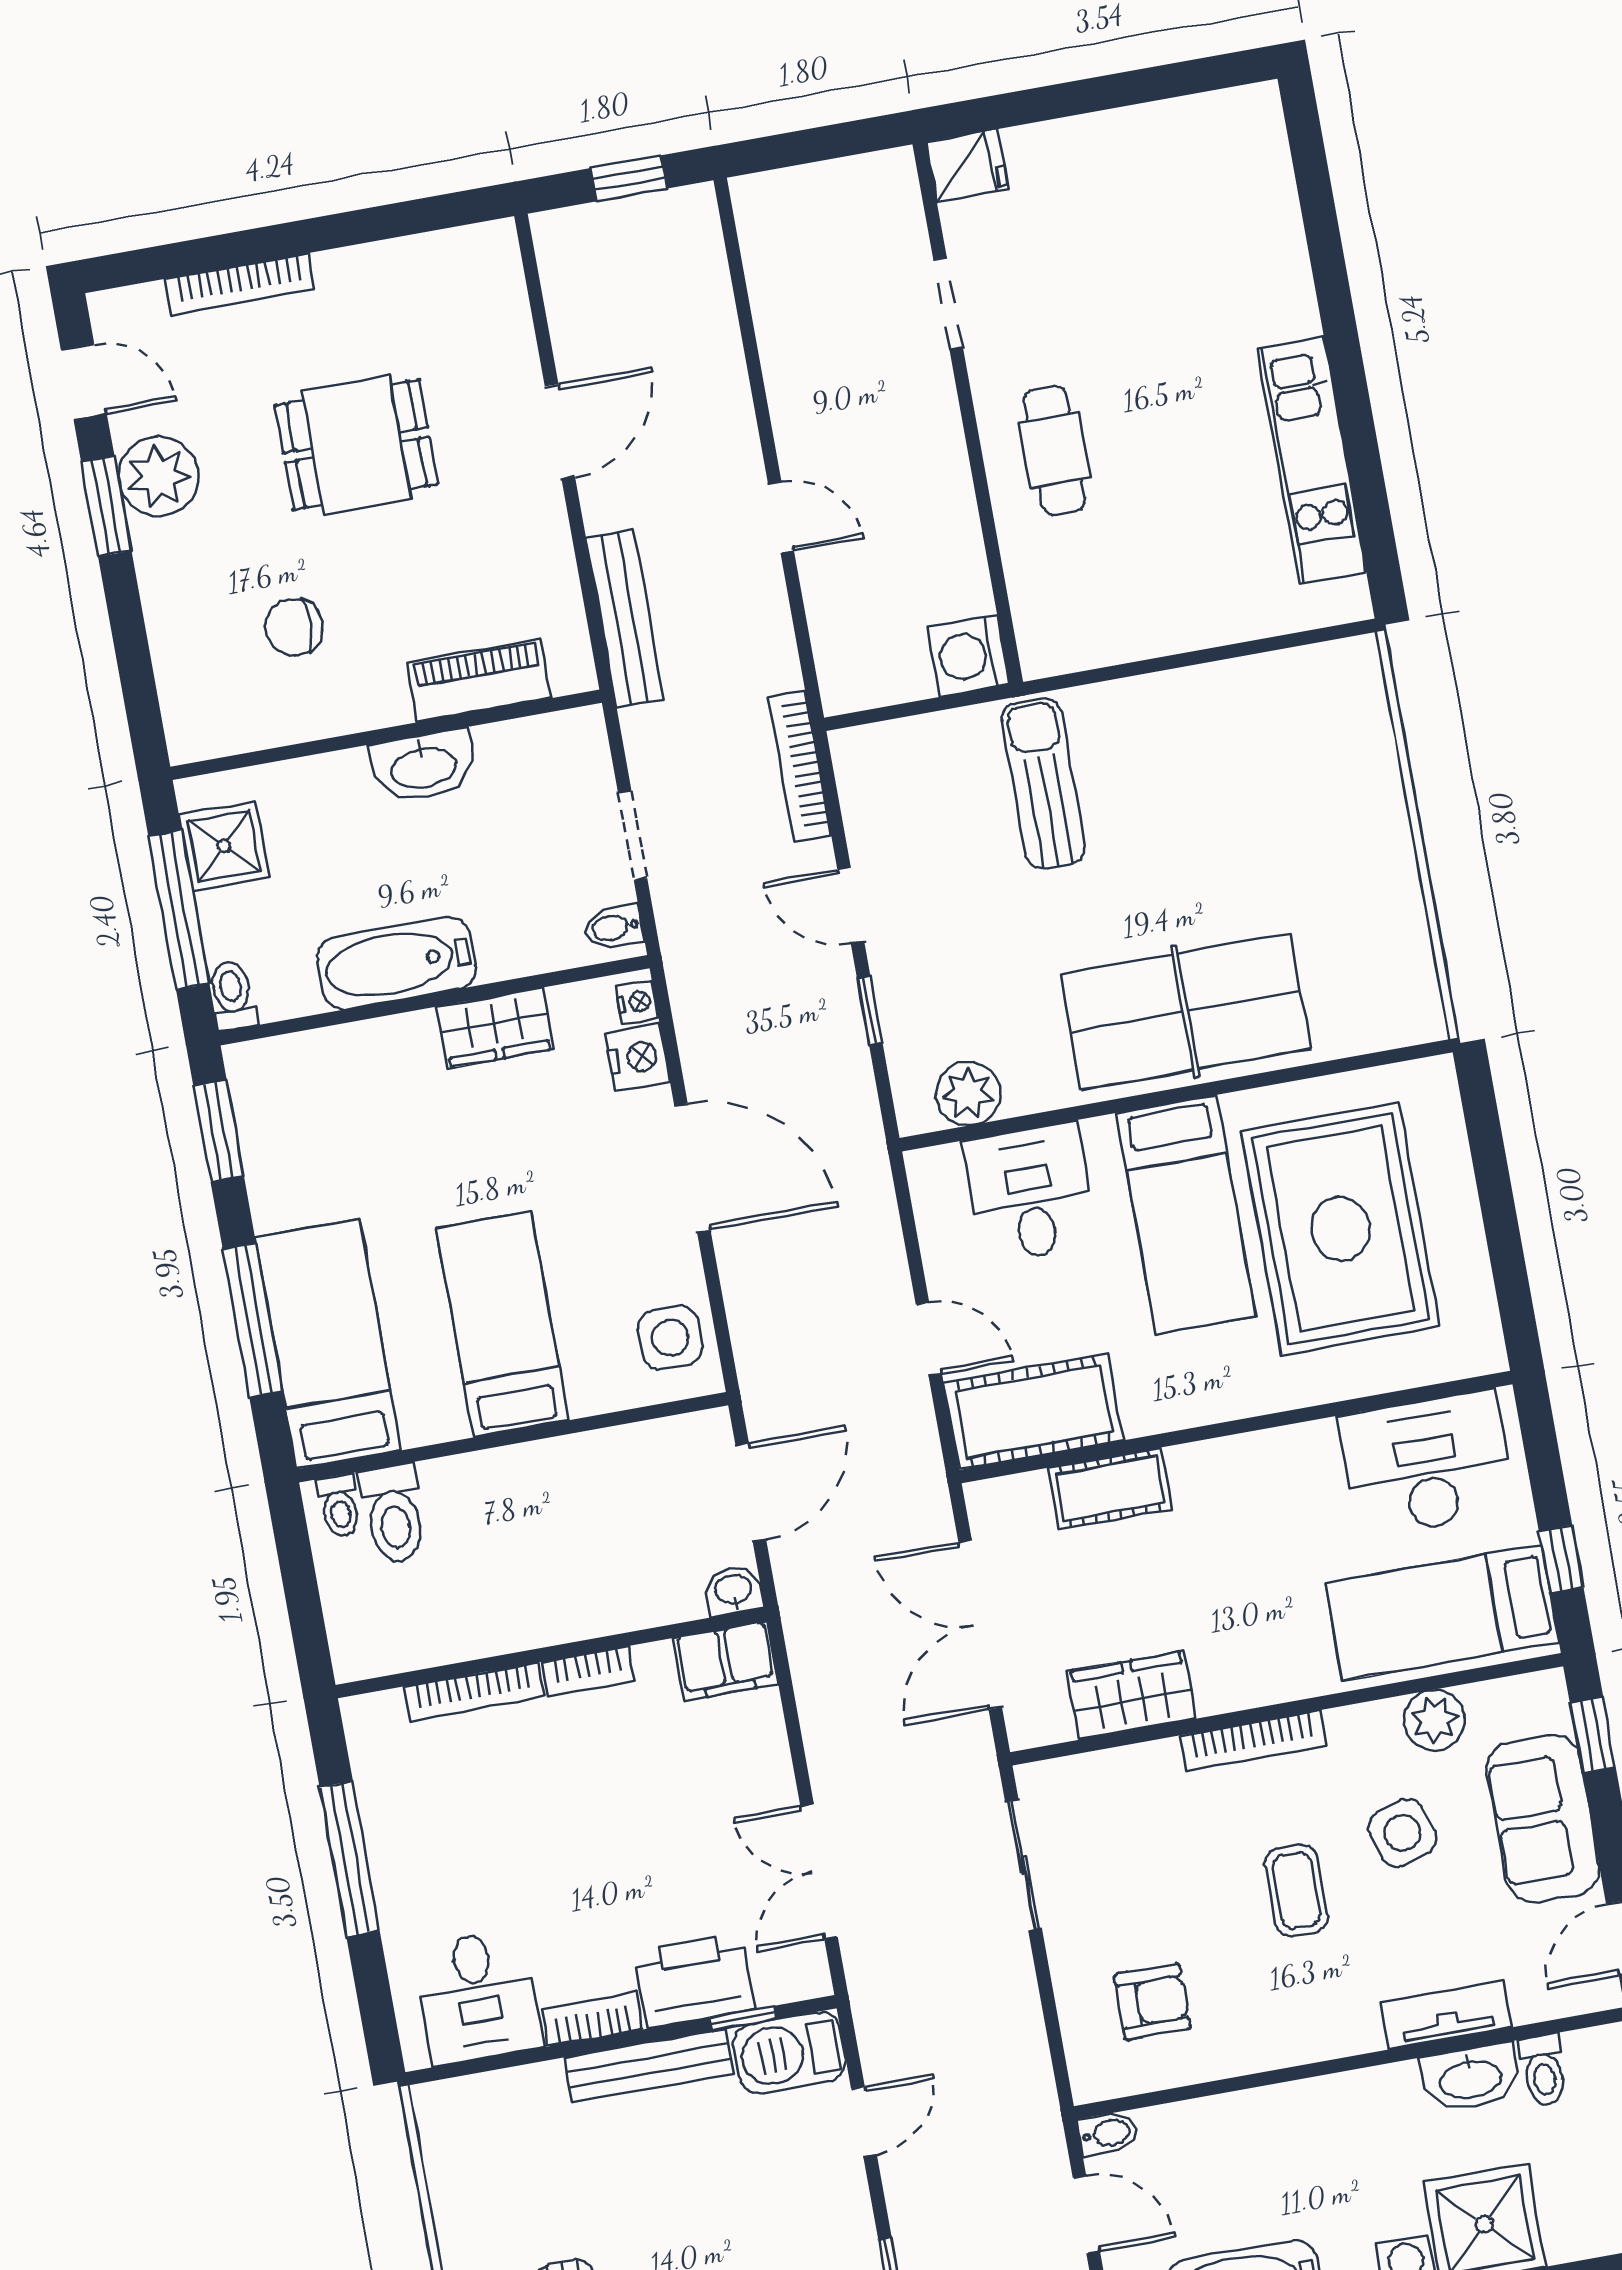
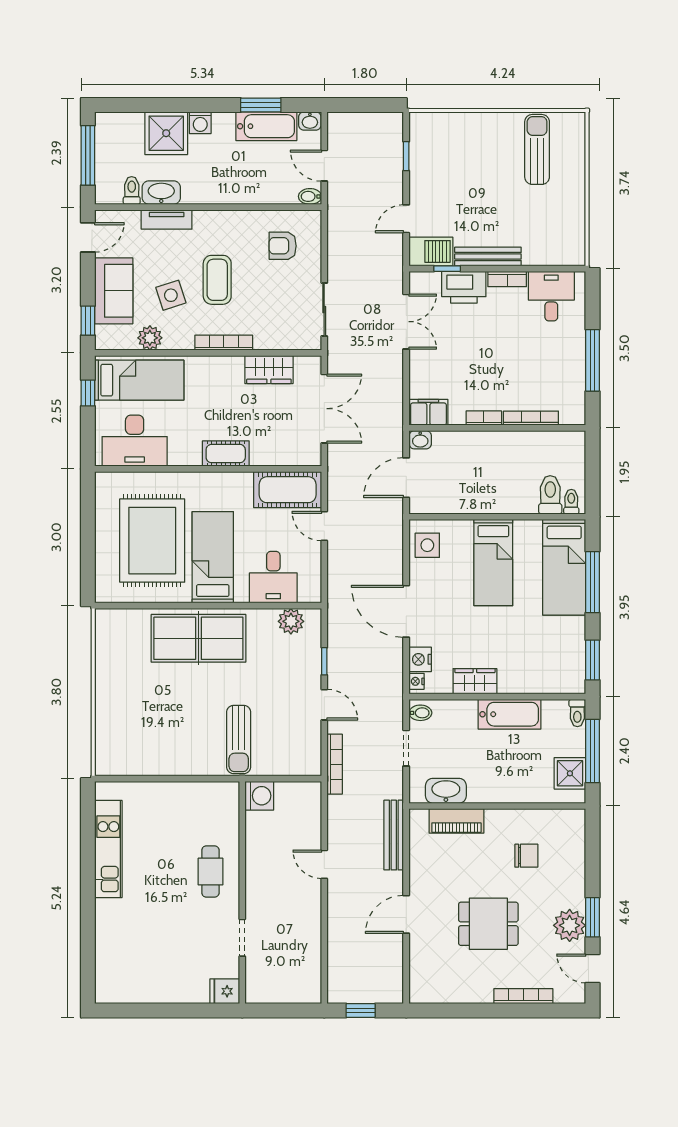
washbasin: (423, 766) -> (446, 791), moved
cot: (1110, 1488) -> (226, 454), moved
coffee table: (1296, 1891) -> (217, 280), width x1.36, depth x1.30

